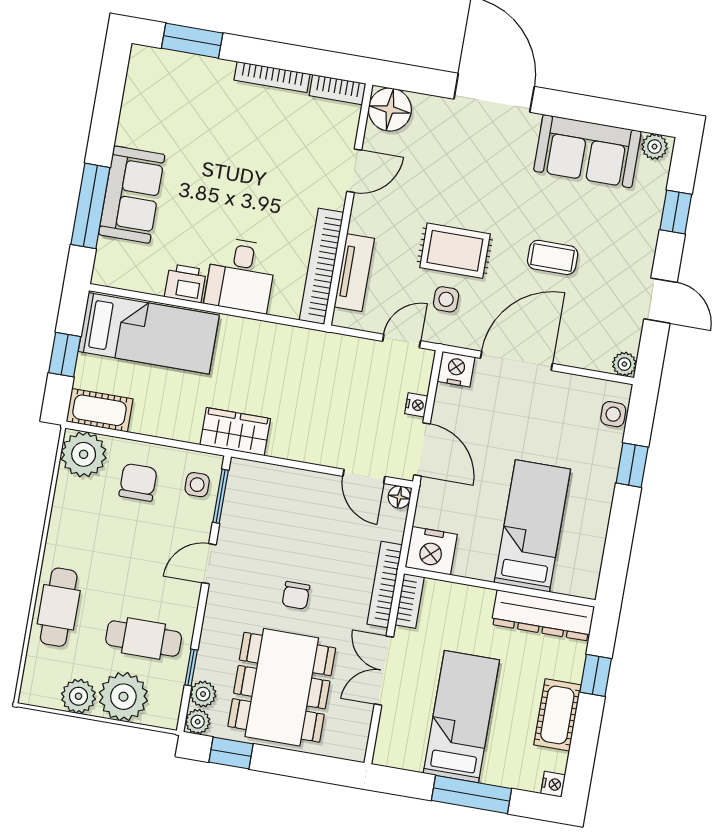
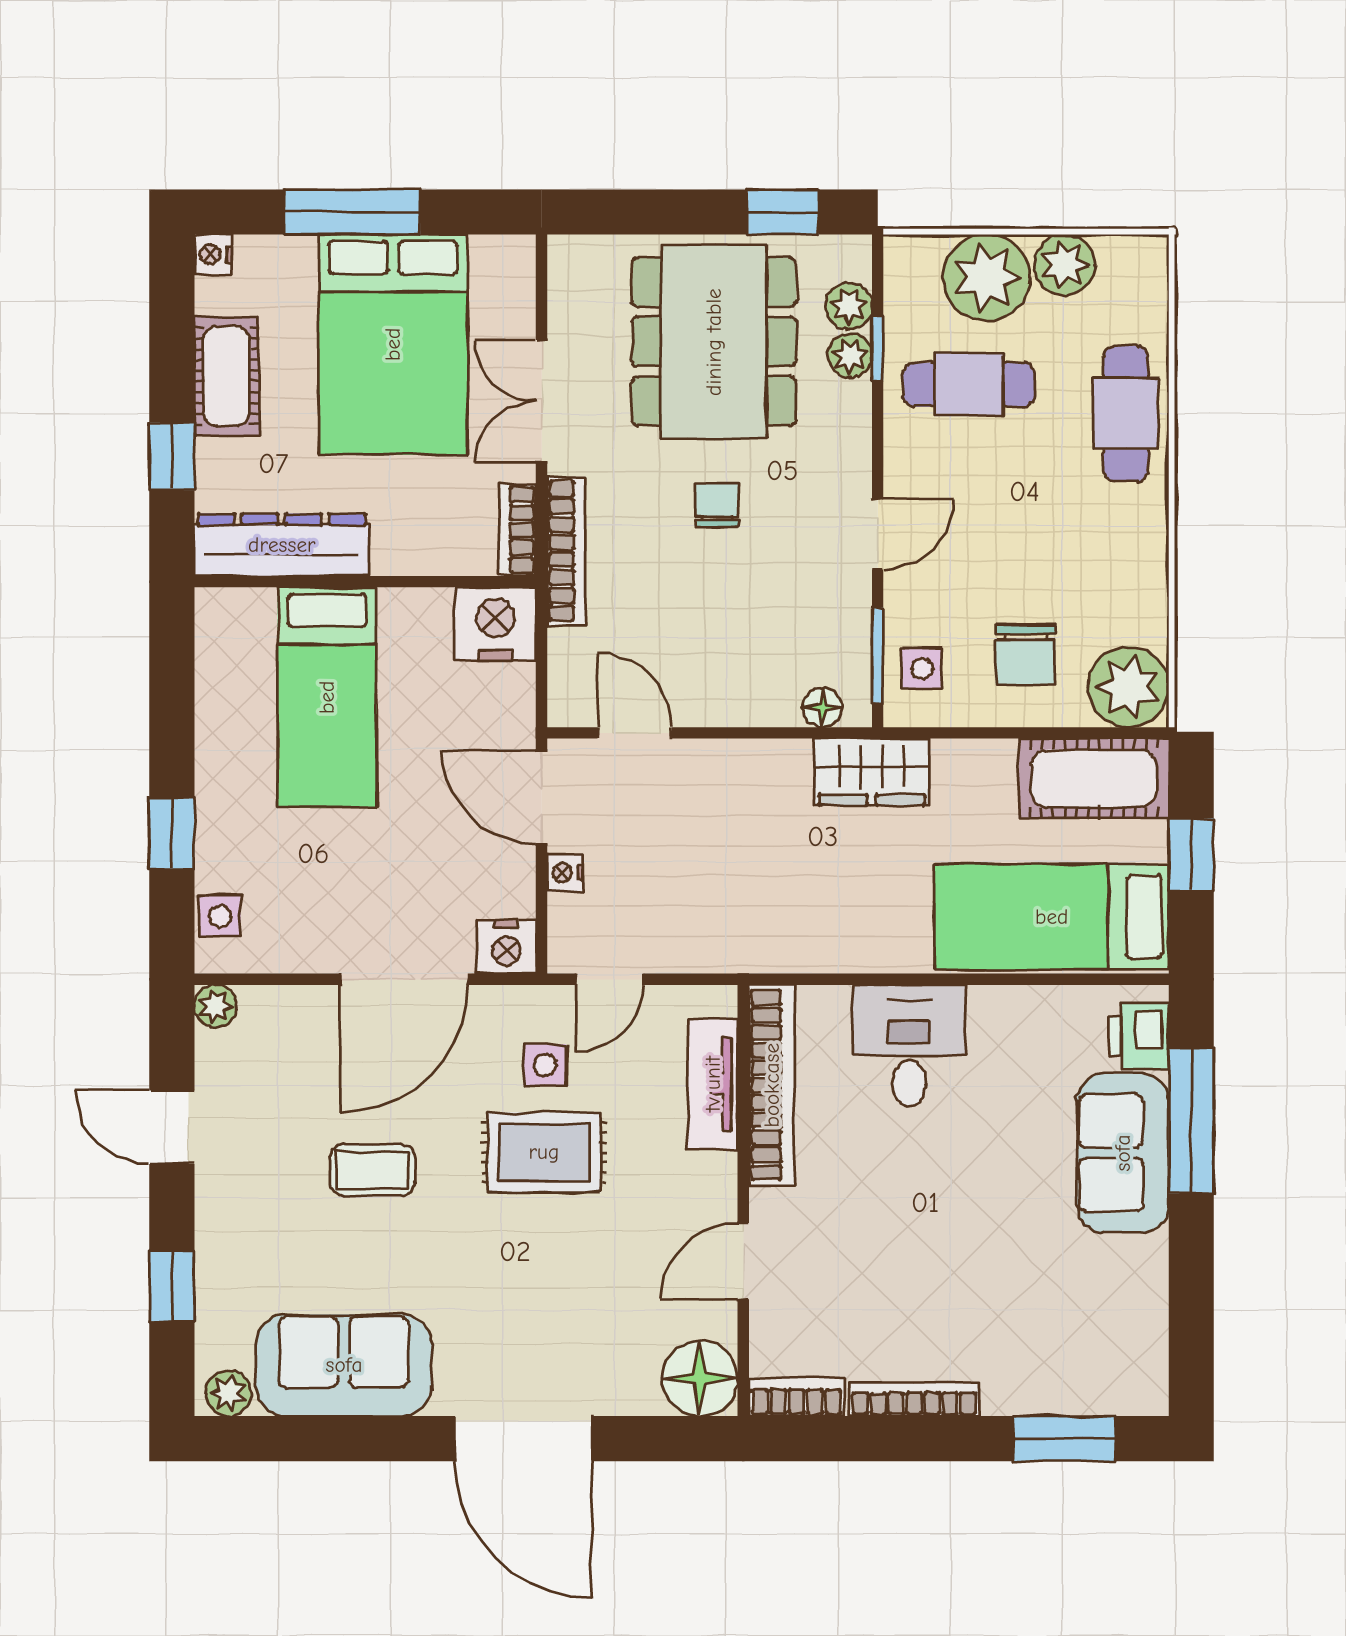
printer: (185, 283) -> (1139, 1036), moved, turned 90
cot: (99, 410) -> (1094, 778), width x1.37, depth x1.34
floor lamp: (399, 497) -> (822, 708), moved
double door: (384, 671) -> (542, 401), swing flipped
bed: (461, 717) -> (393, 344), width x1.50
plant: (198, 722) -> (850, 356), moved

